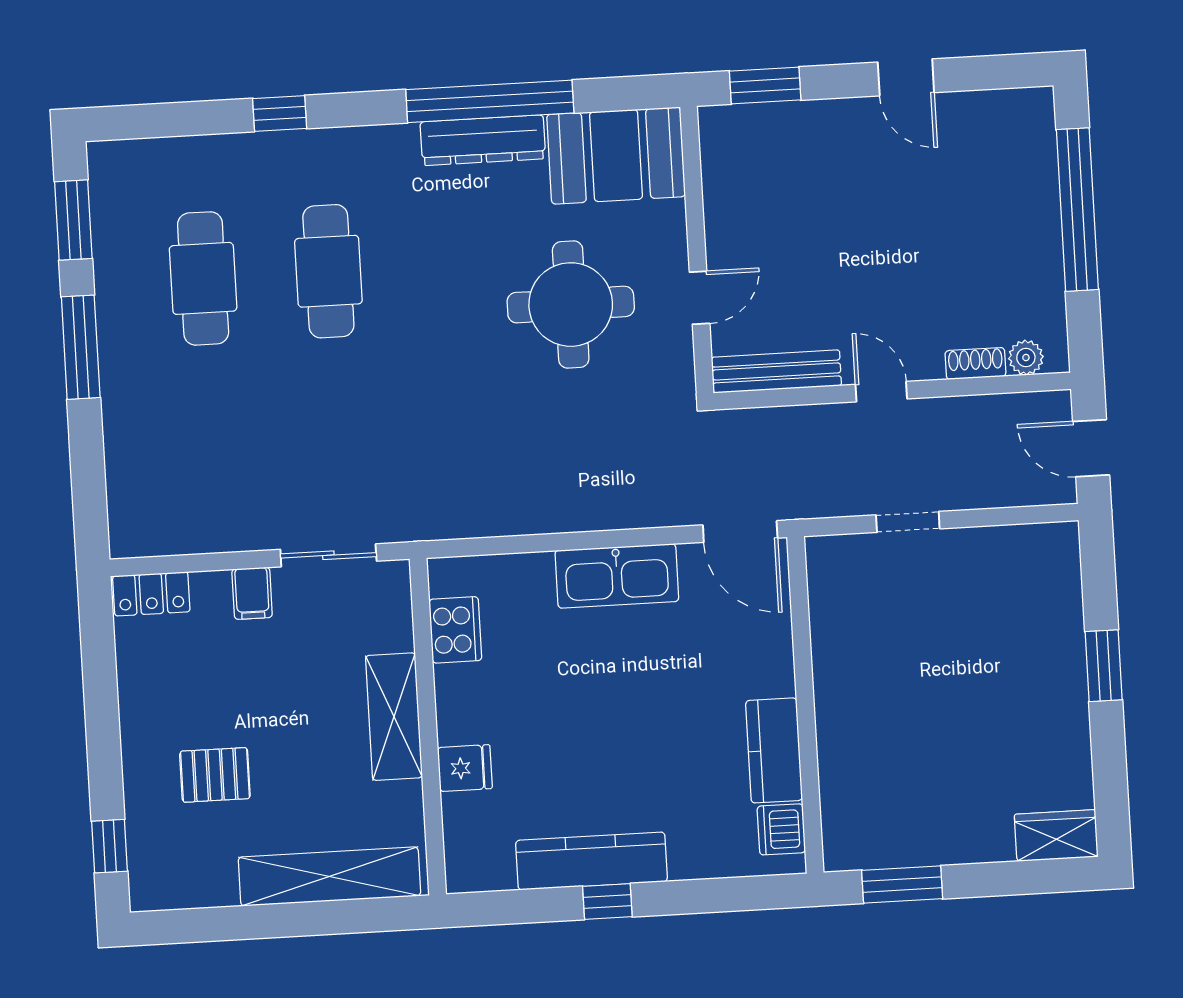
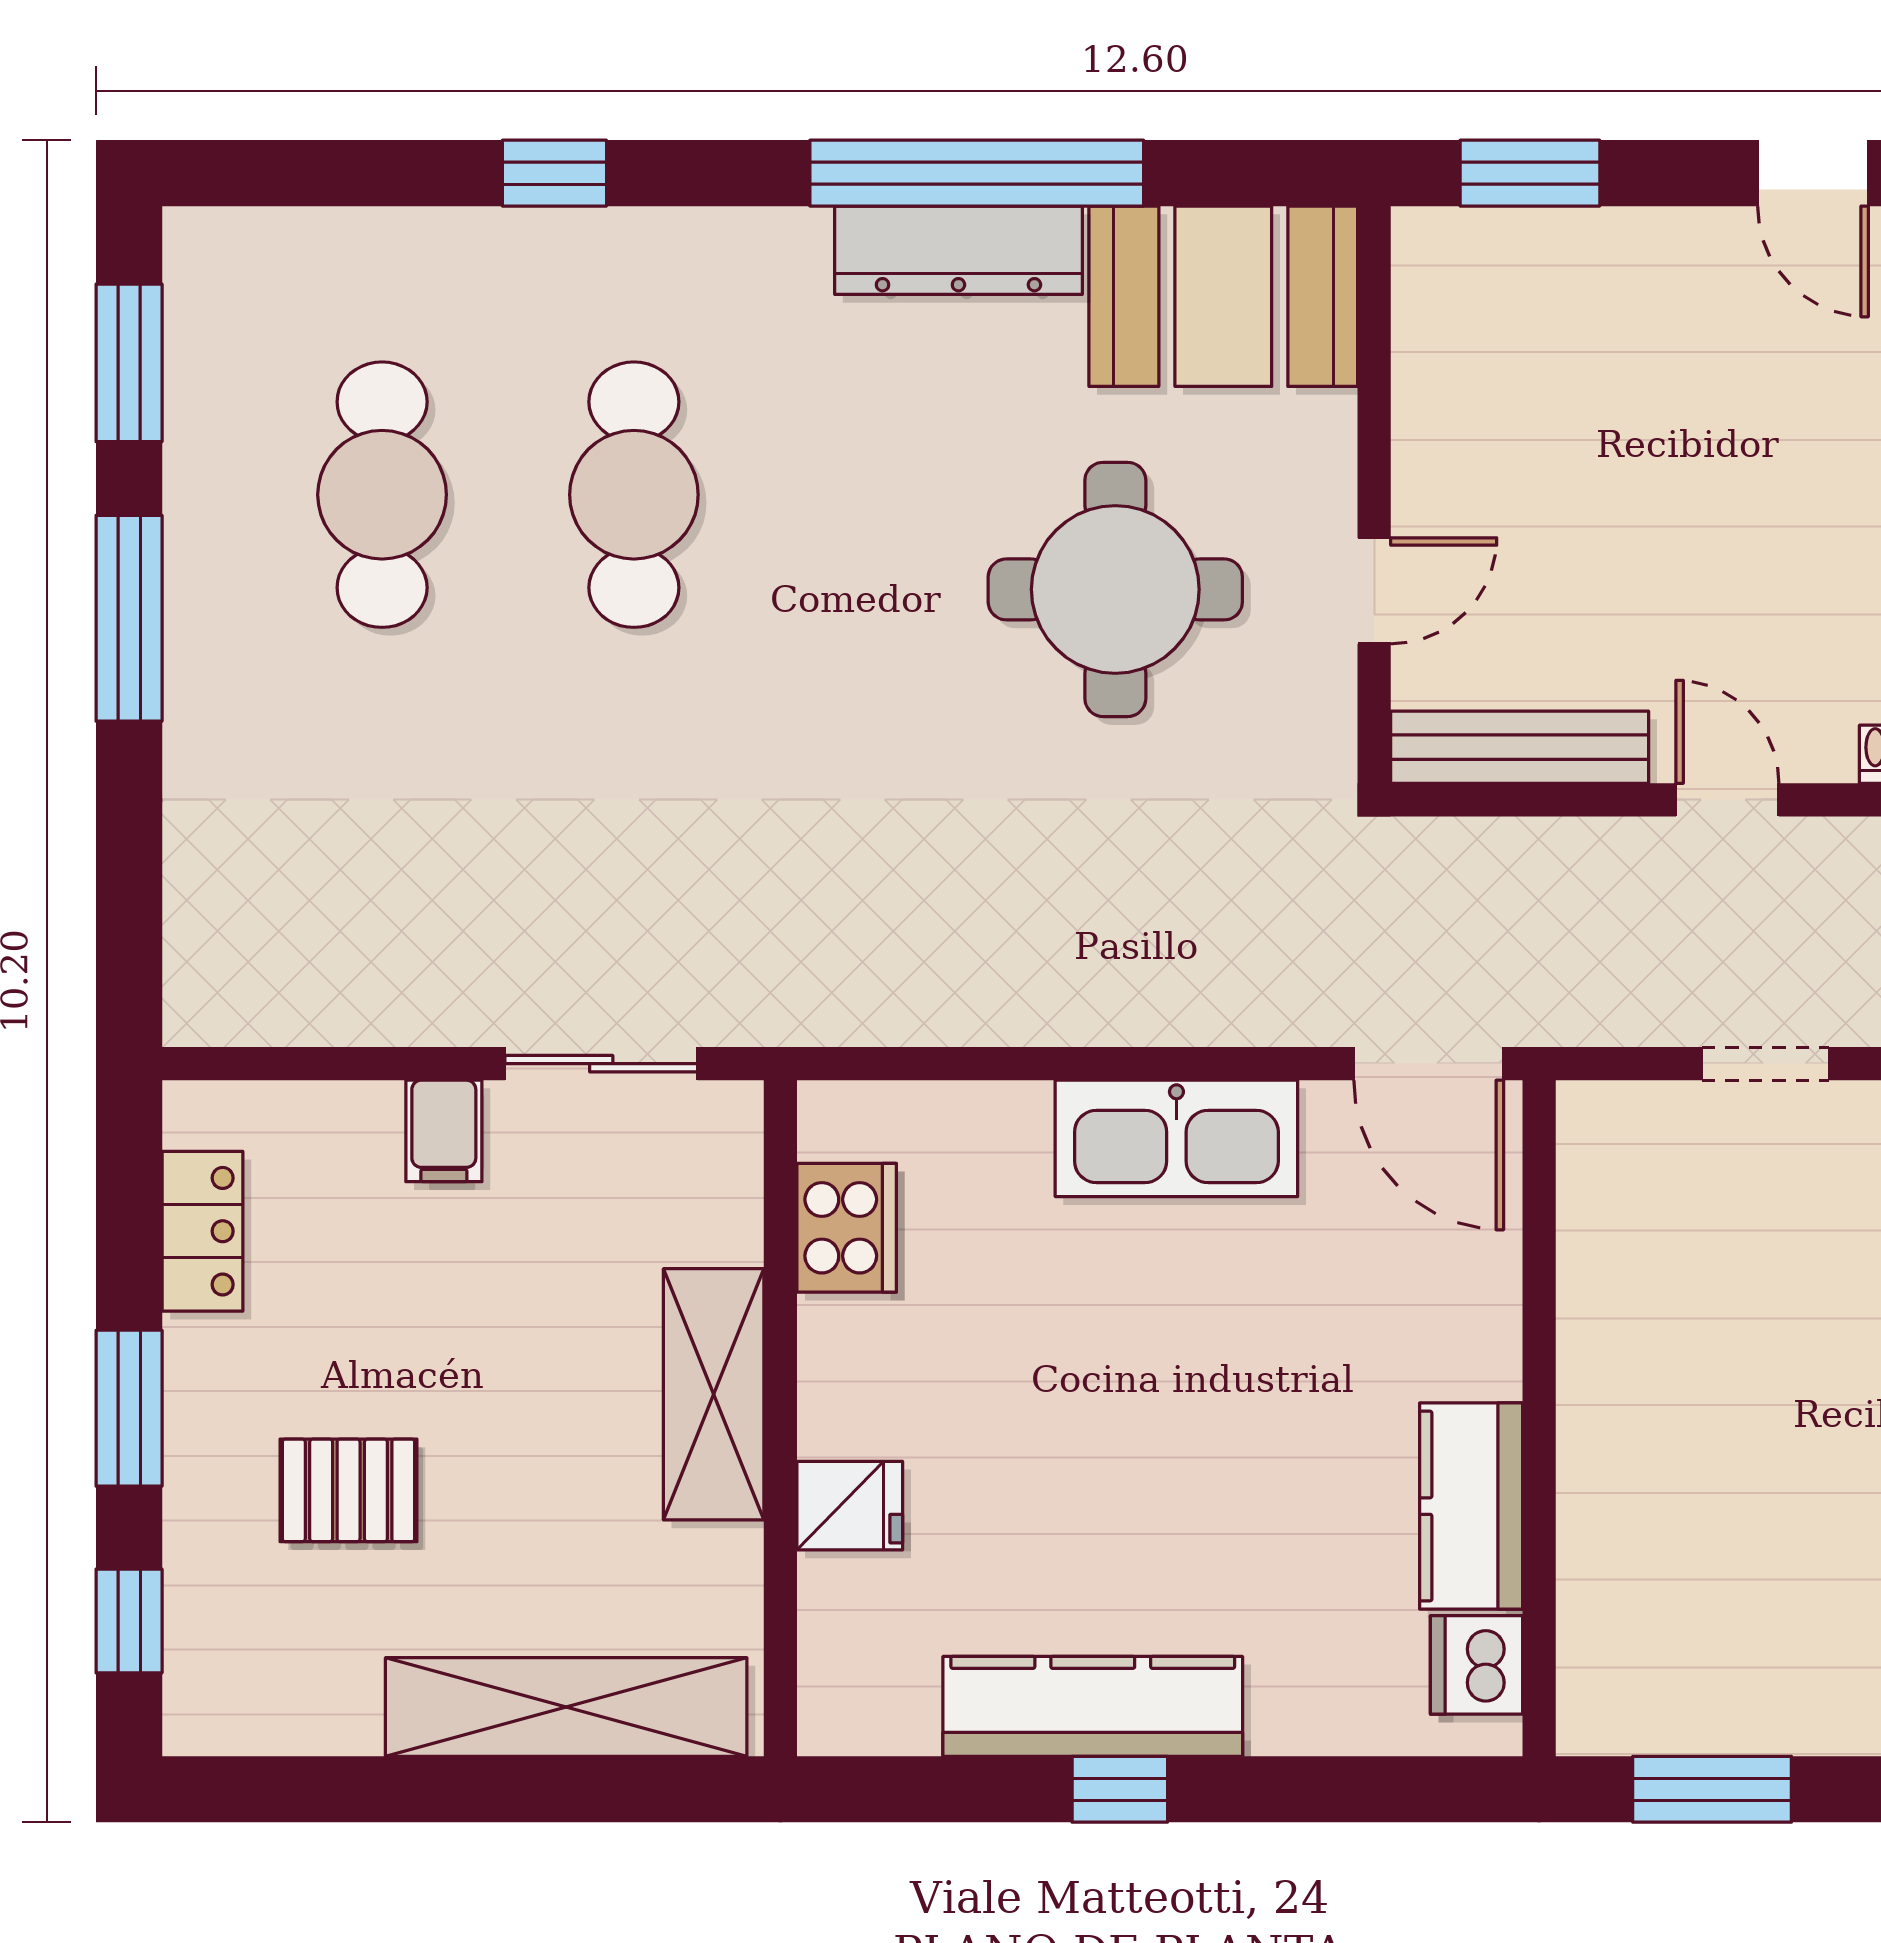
locker: (151, 594) -> (202, 1231), moved, turned -90
window: (103, 740) -> (129, 1408), added

